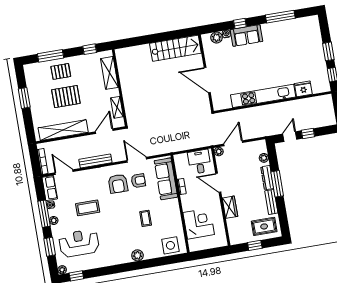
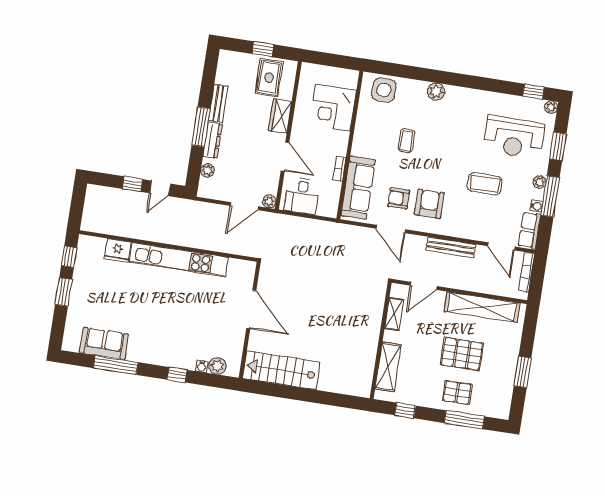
sofa: (246, 36) -> (104, 343), moved
rug: (264, 226) -> (269, 78), moved, turned 90

